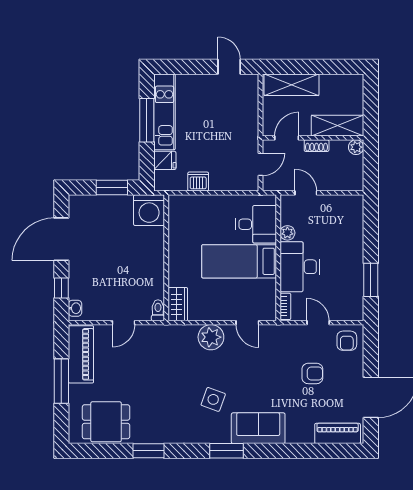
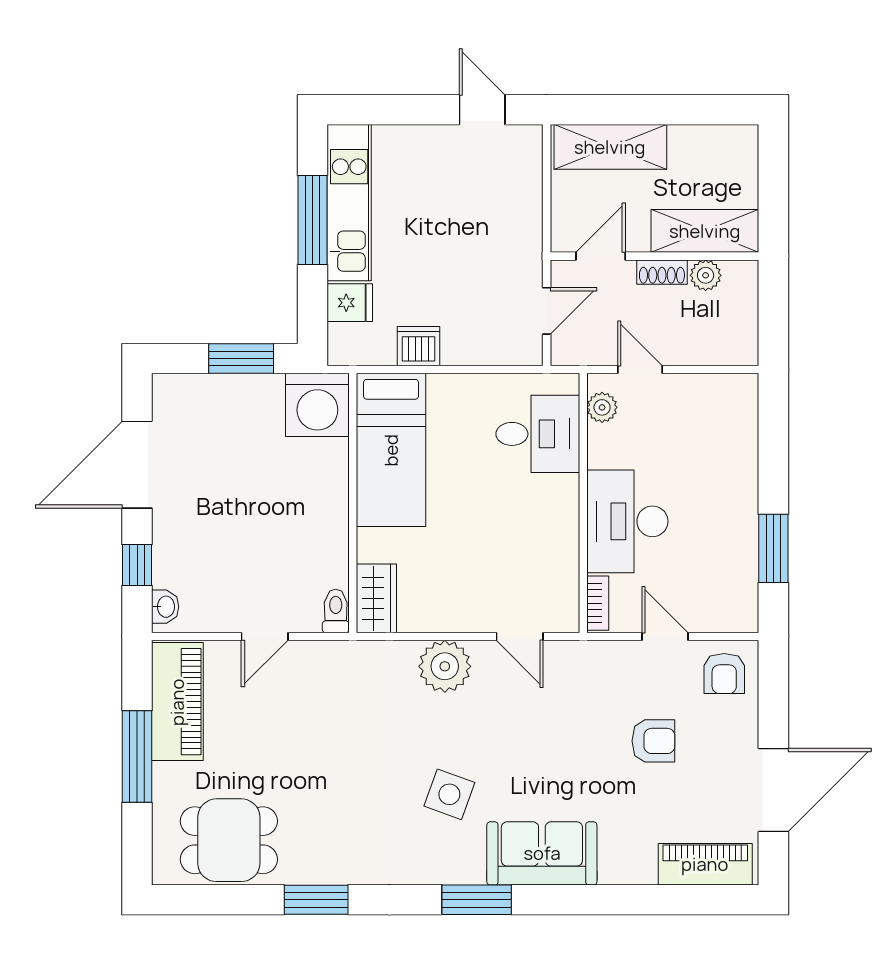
plant: (356, 147) -> (706, 275), moved
plant: (287, 233) -> (602, 407), moved
bed: (239, 261) -> (391, 450), moved, turned -90

